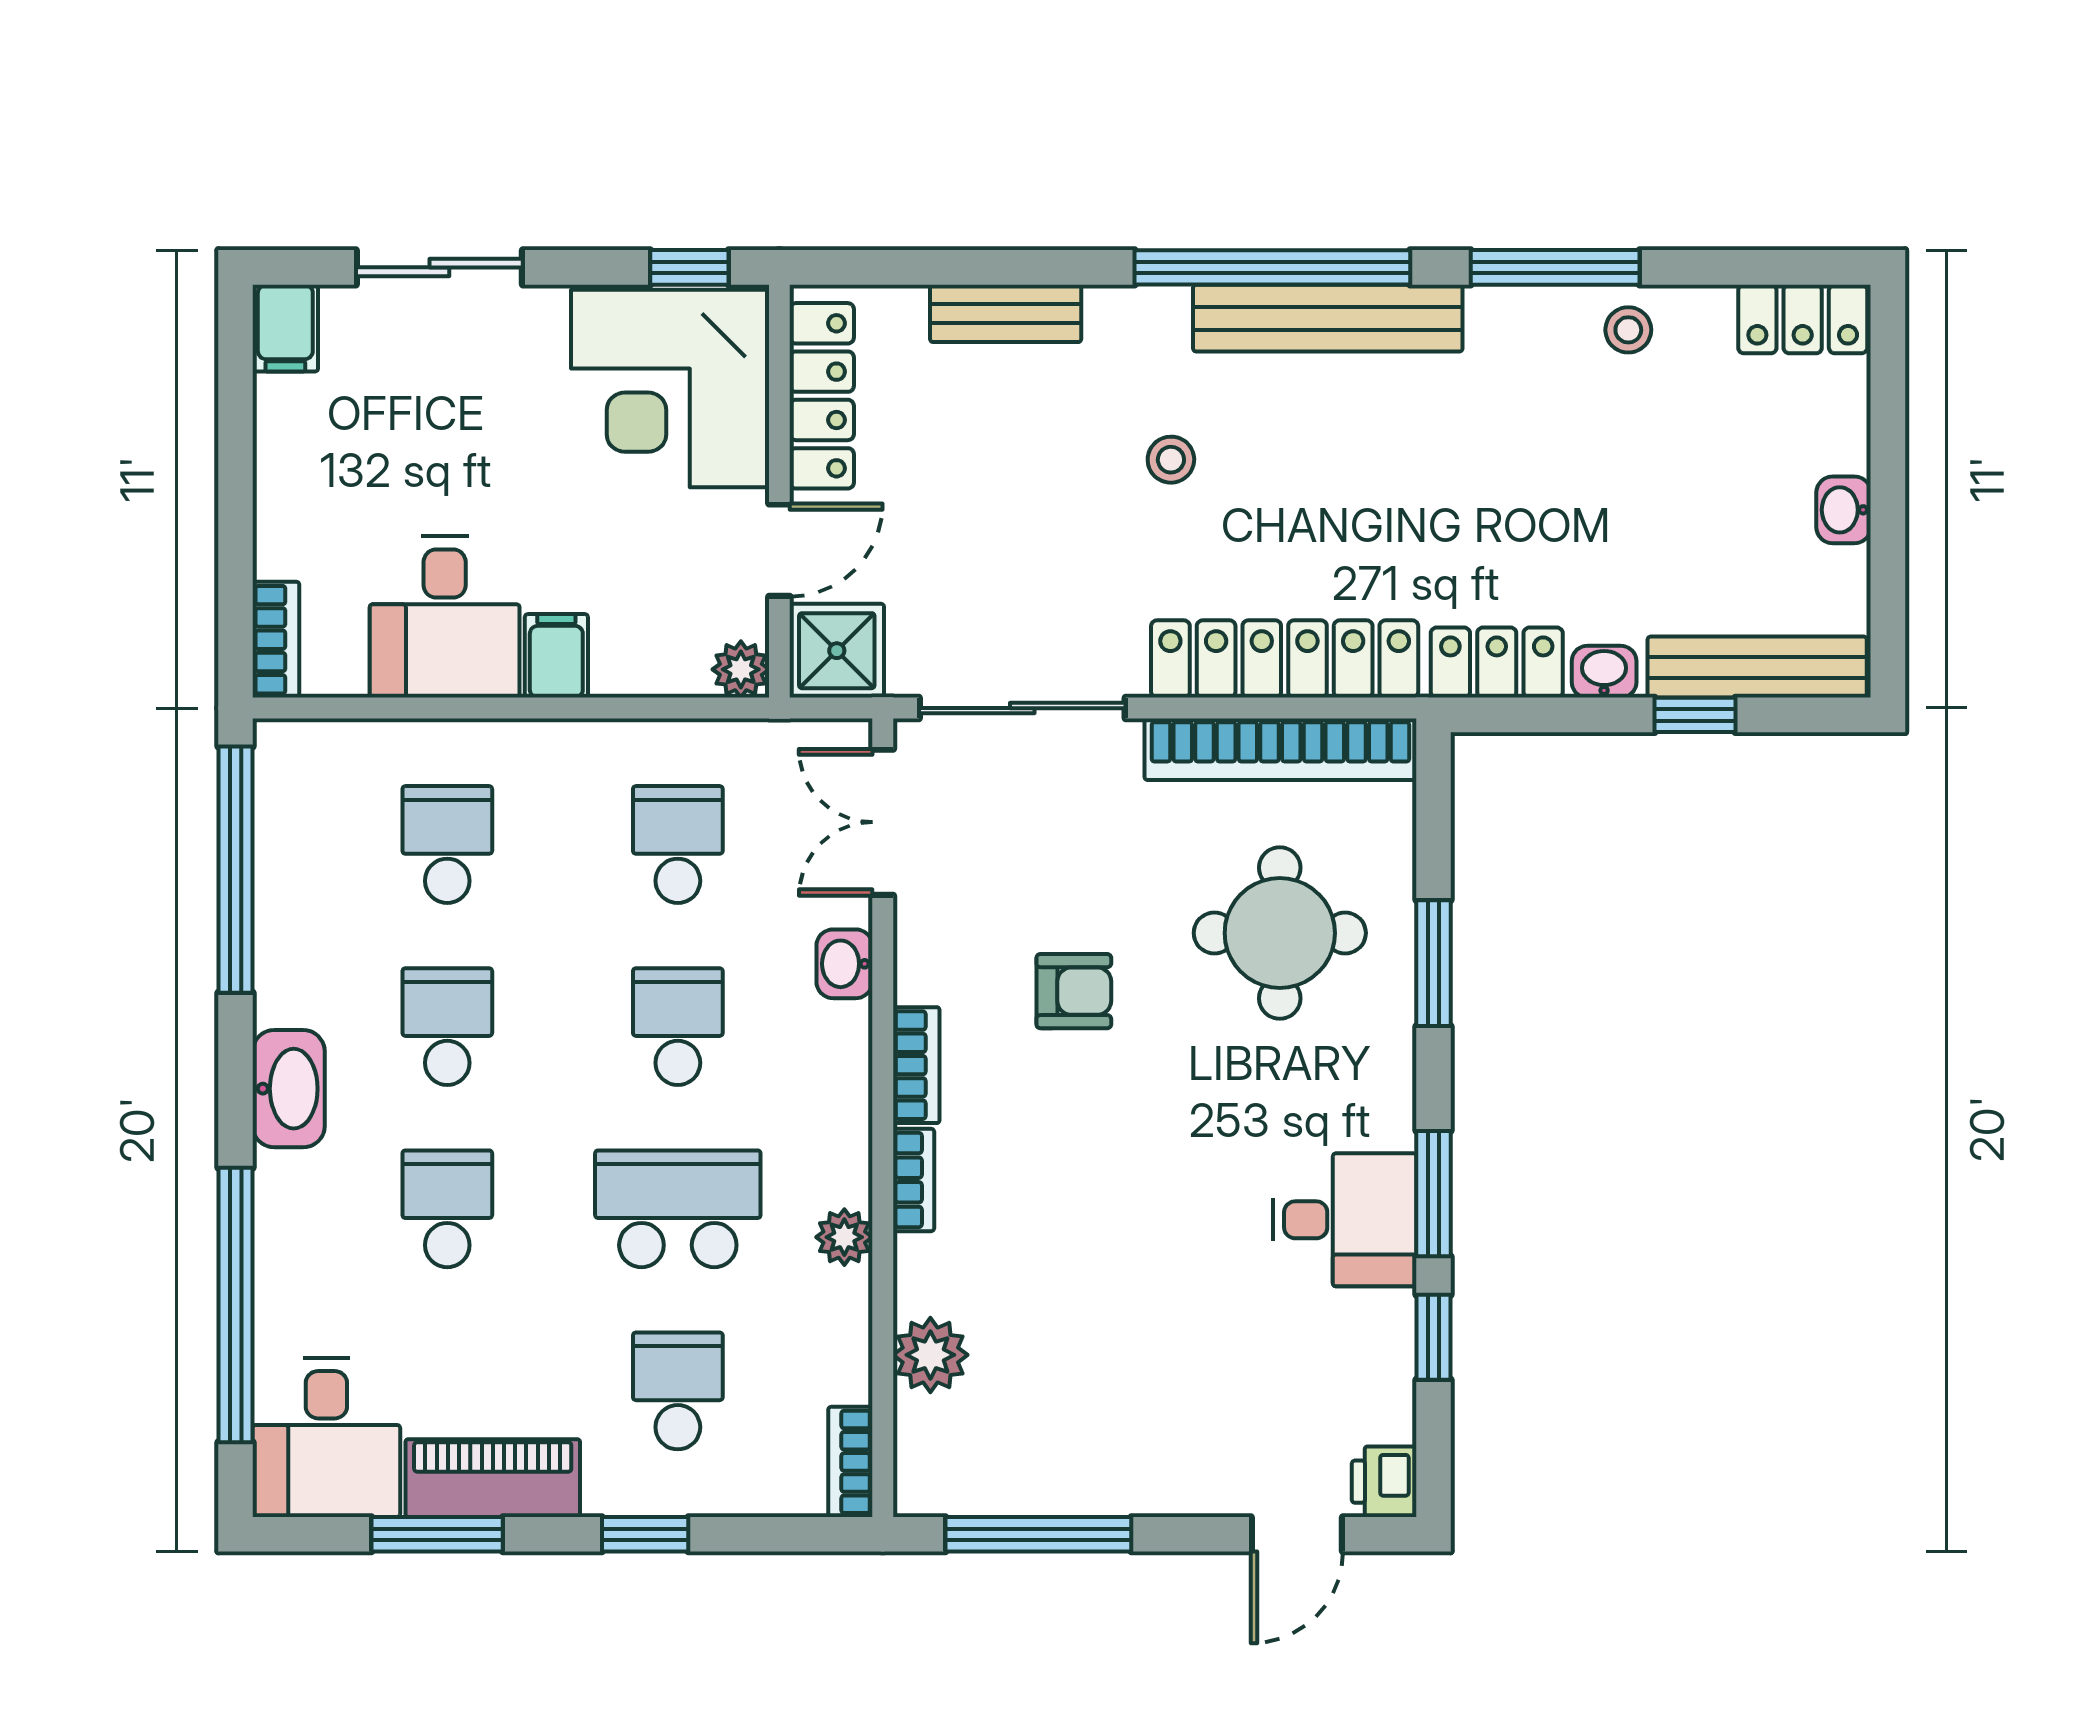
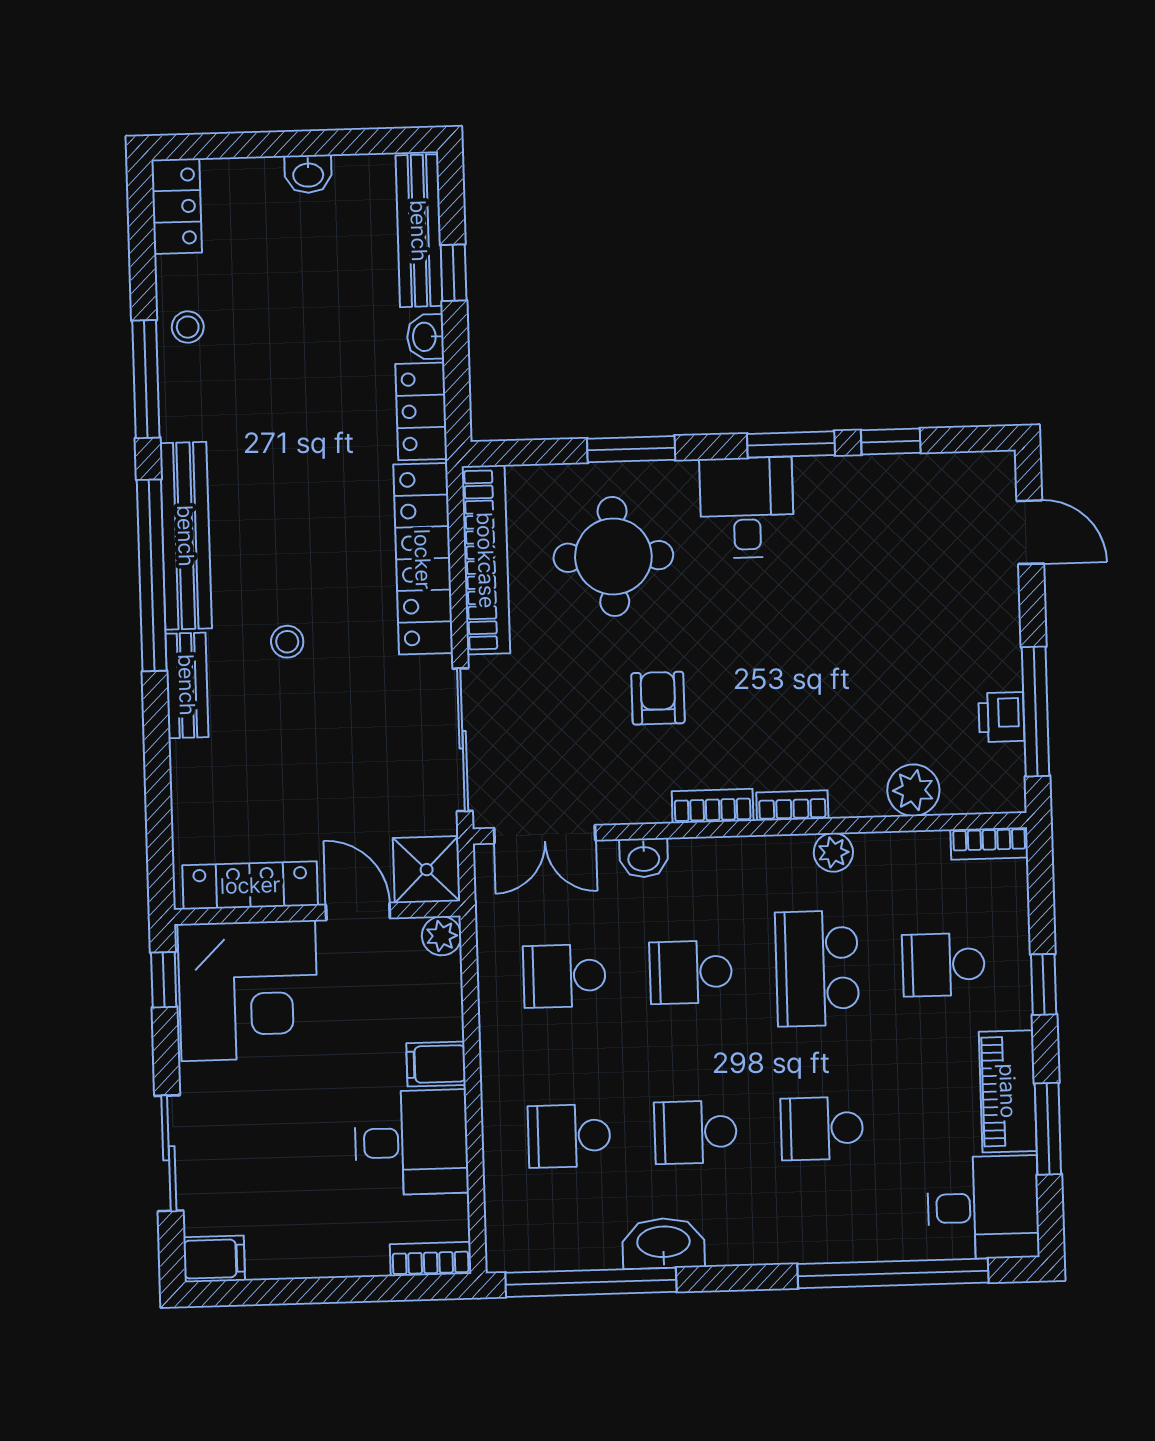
bench: (1006, 313) -> (187, 685), moved
washbasin: (289, 1089) -> (663, 1243), moved
desk: (1344, 1220) -> (747, 508), moved
printer: (1384, 1482) -> (1001, 717), moved, turned 90

